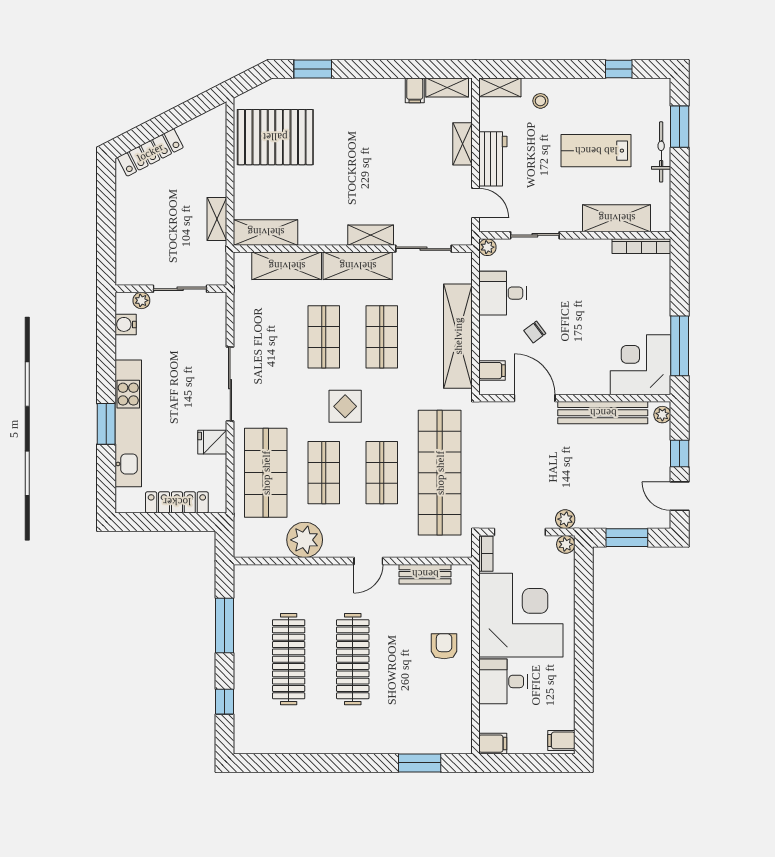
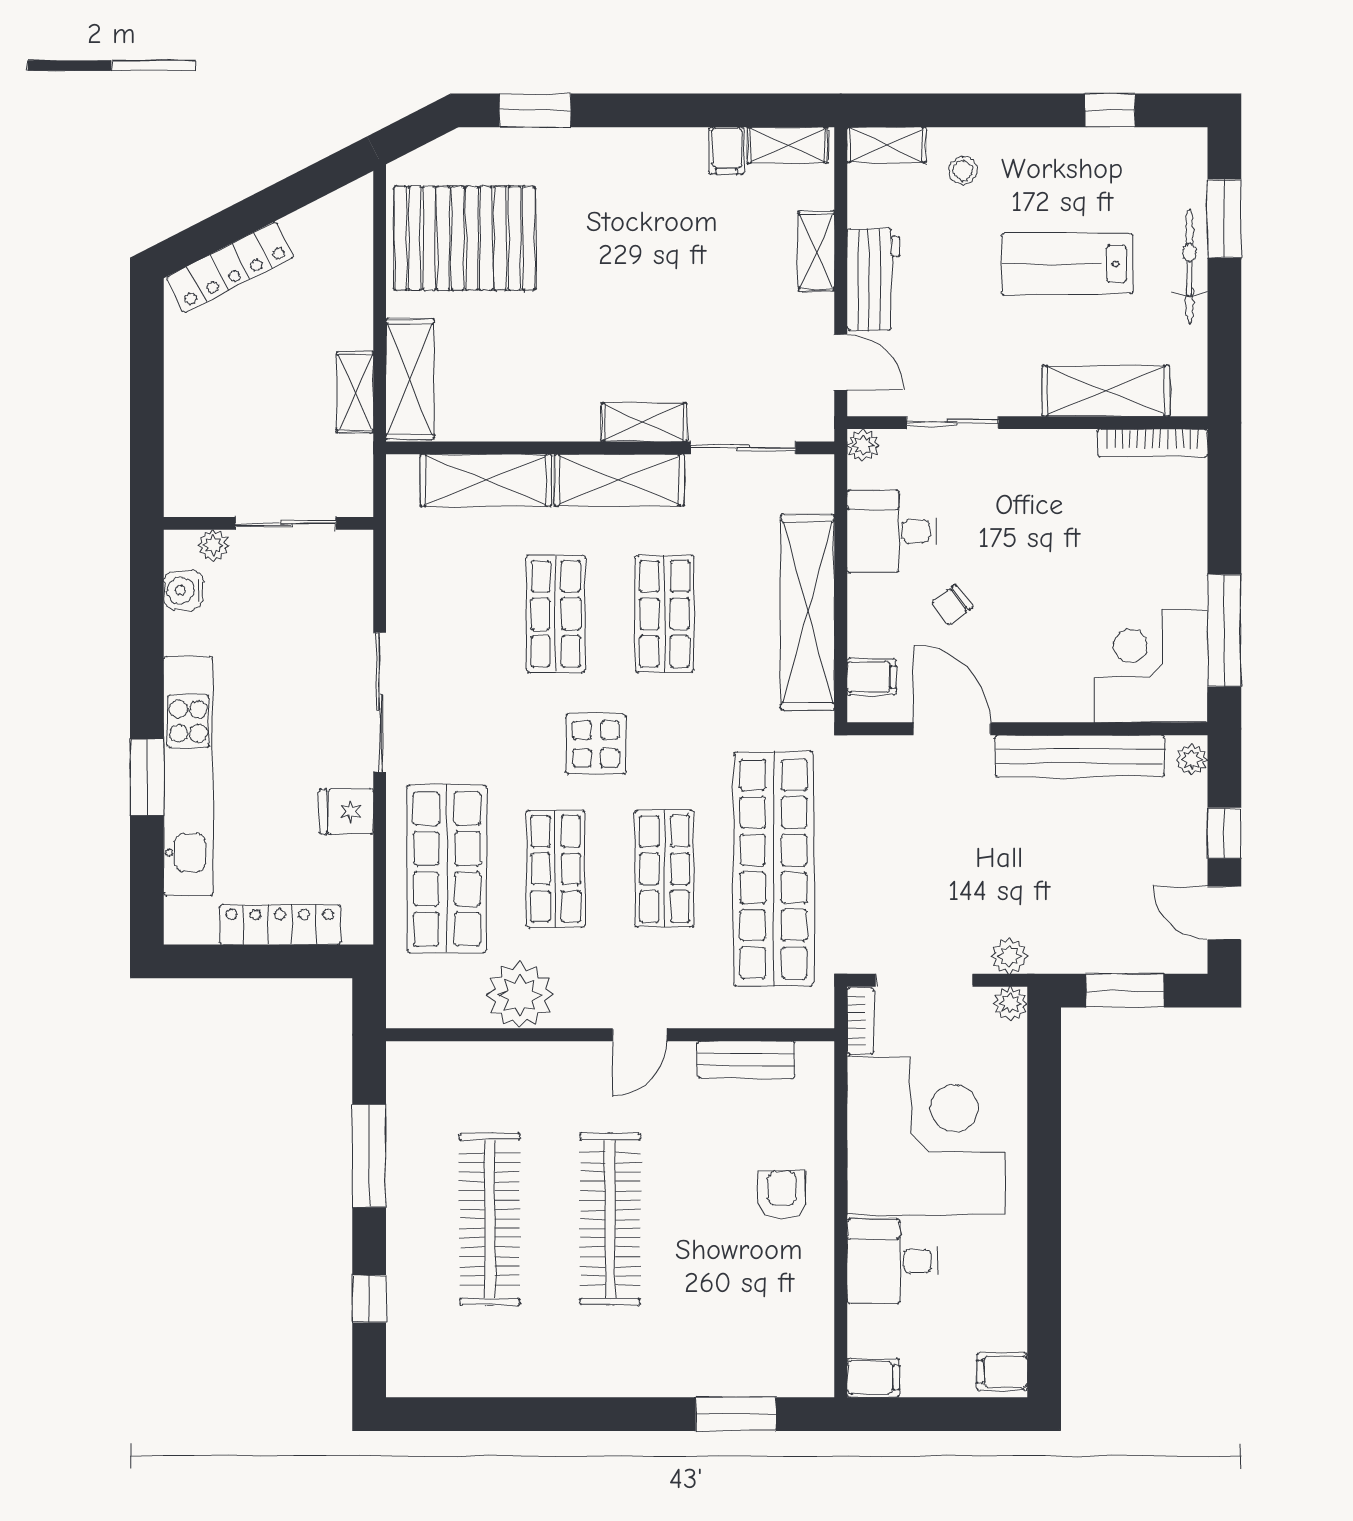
shelving: (266, 232) -> (410, 379), moved, turned 90

